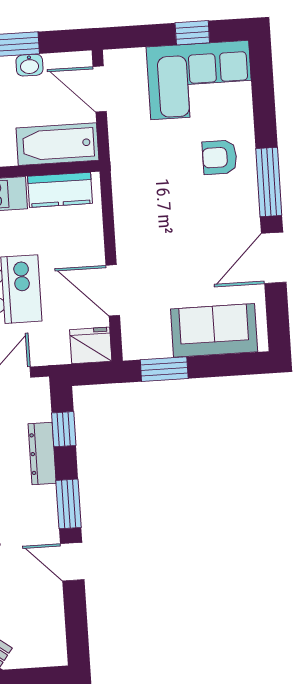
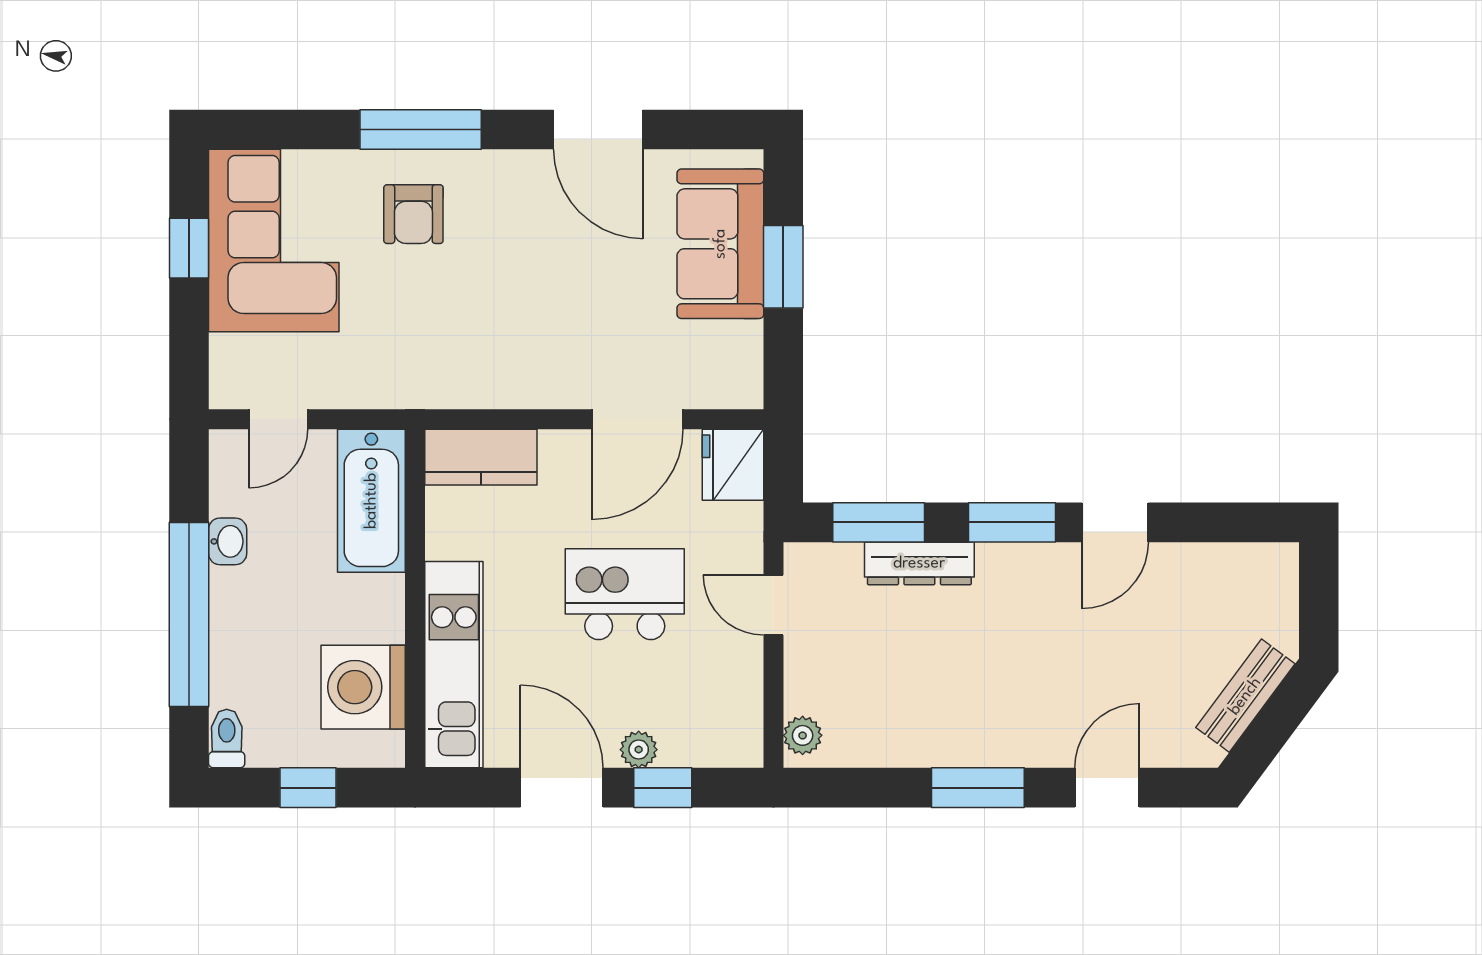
door: (100, 89) -> (278, 419), width x0.73
window: (269, 182) -> (421, 129), moved
kitchen counter: (60, 190) -> (481, 457), moved, turned 90
window: (164, 369) -> (783, 267), moved
window: (64, 429) -> (879, 522), width x1.50

